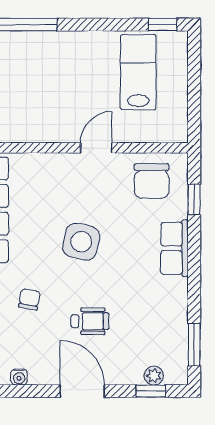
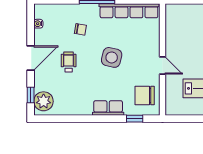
wheelchair: (90, 321) -> (69, 62), turned 180
window: (194, 345) -> (56, 119), removed
plant: (154, 376) -> (44, 101), width x1.87, depth x1.87

